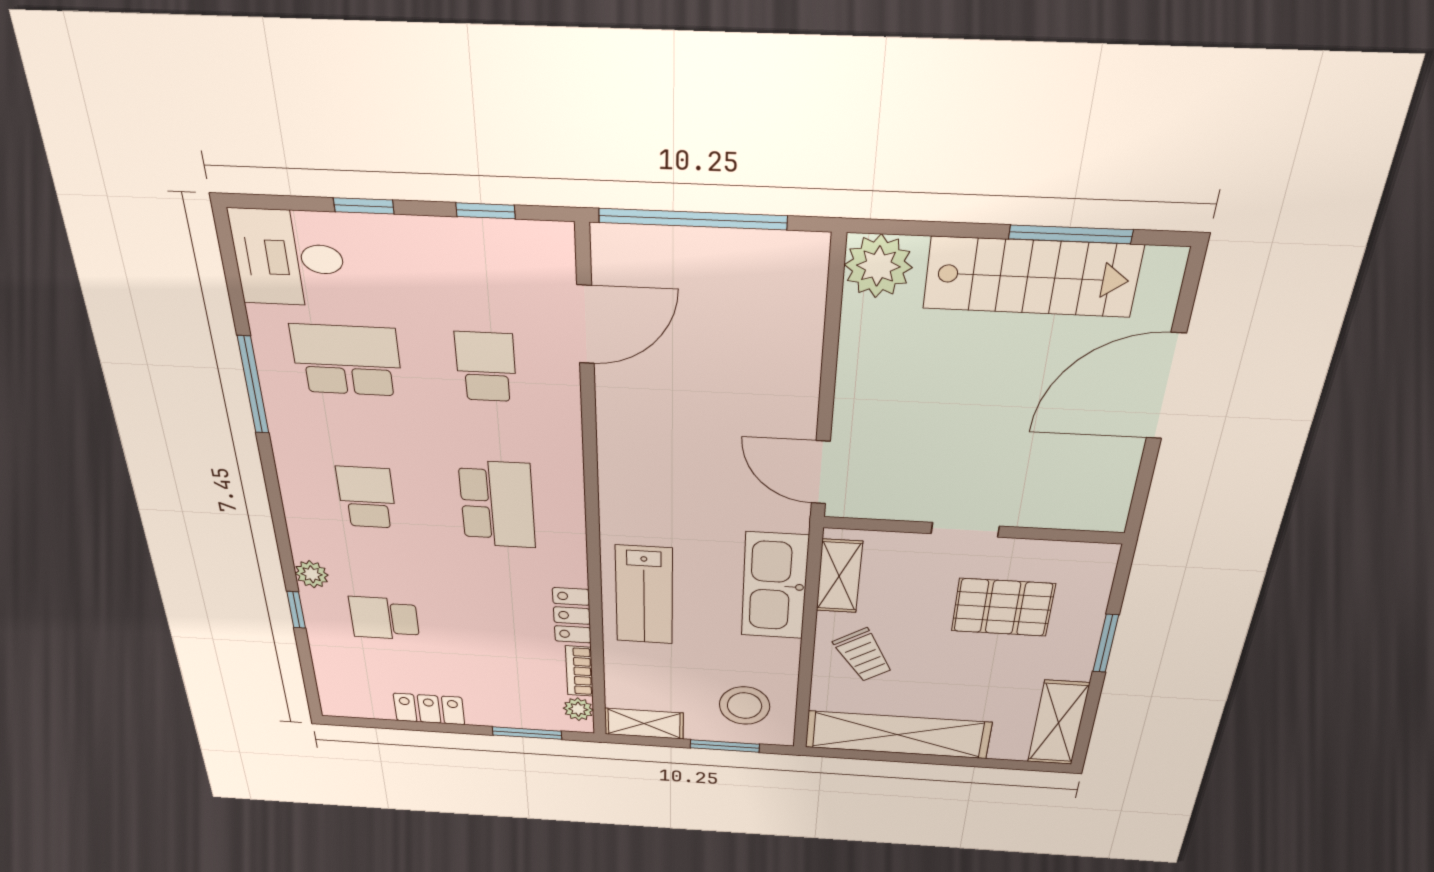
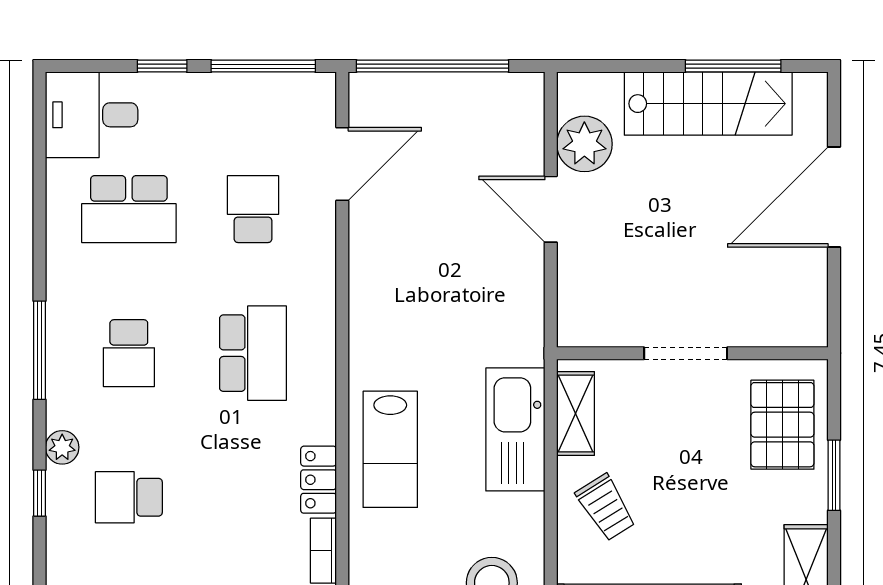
window: (486, 211) -> (263, 66), width x2.17
plant: (878, 266) -> (584, 144), moved
school desk: (347, 360) -> (129, 209), turned 180
window: (253, 385) -> (39, 350), moved
door: (821, 472) -> (551, 209), moved
school desk: (367, 497) -> (129, 353), turned 180
doorway: (965, 530) -> (686, 353), width x1.38
pallet: (1003, 607) -> (782, 425), moved, turned 90

